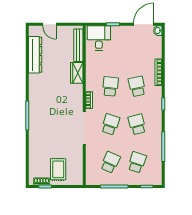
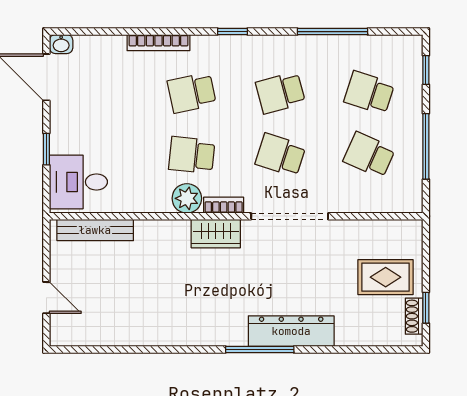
door: (49, 24) -> (46, 298), hinge flipped
dresser: (35, 55) -> (291, 331), moved
wardrobe: (77, 73) -> (216, 234), moved
plant: (92, 84) -> (187, 198), added

